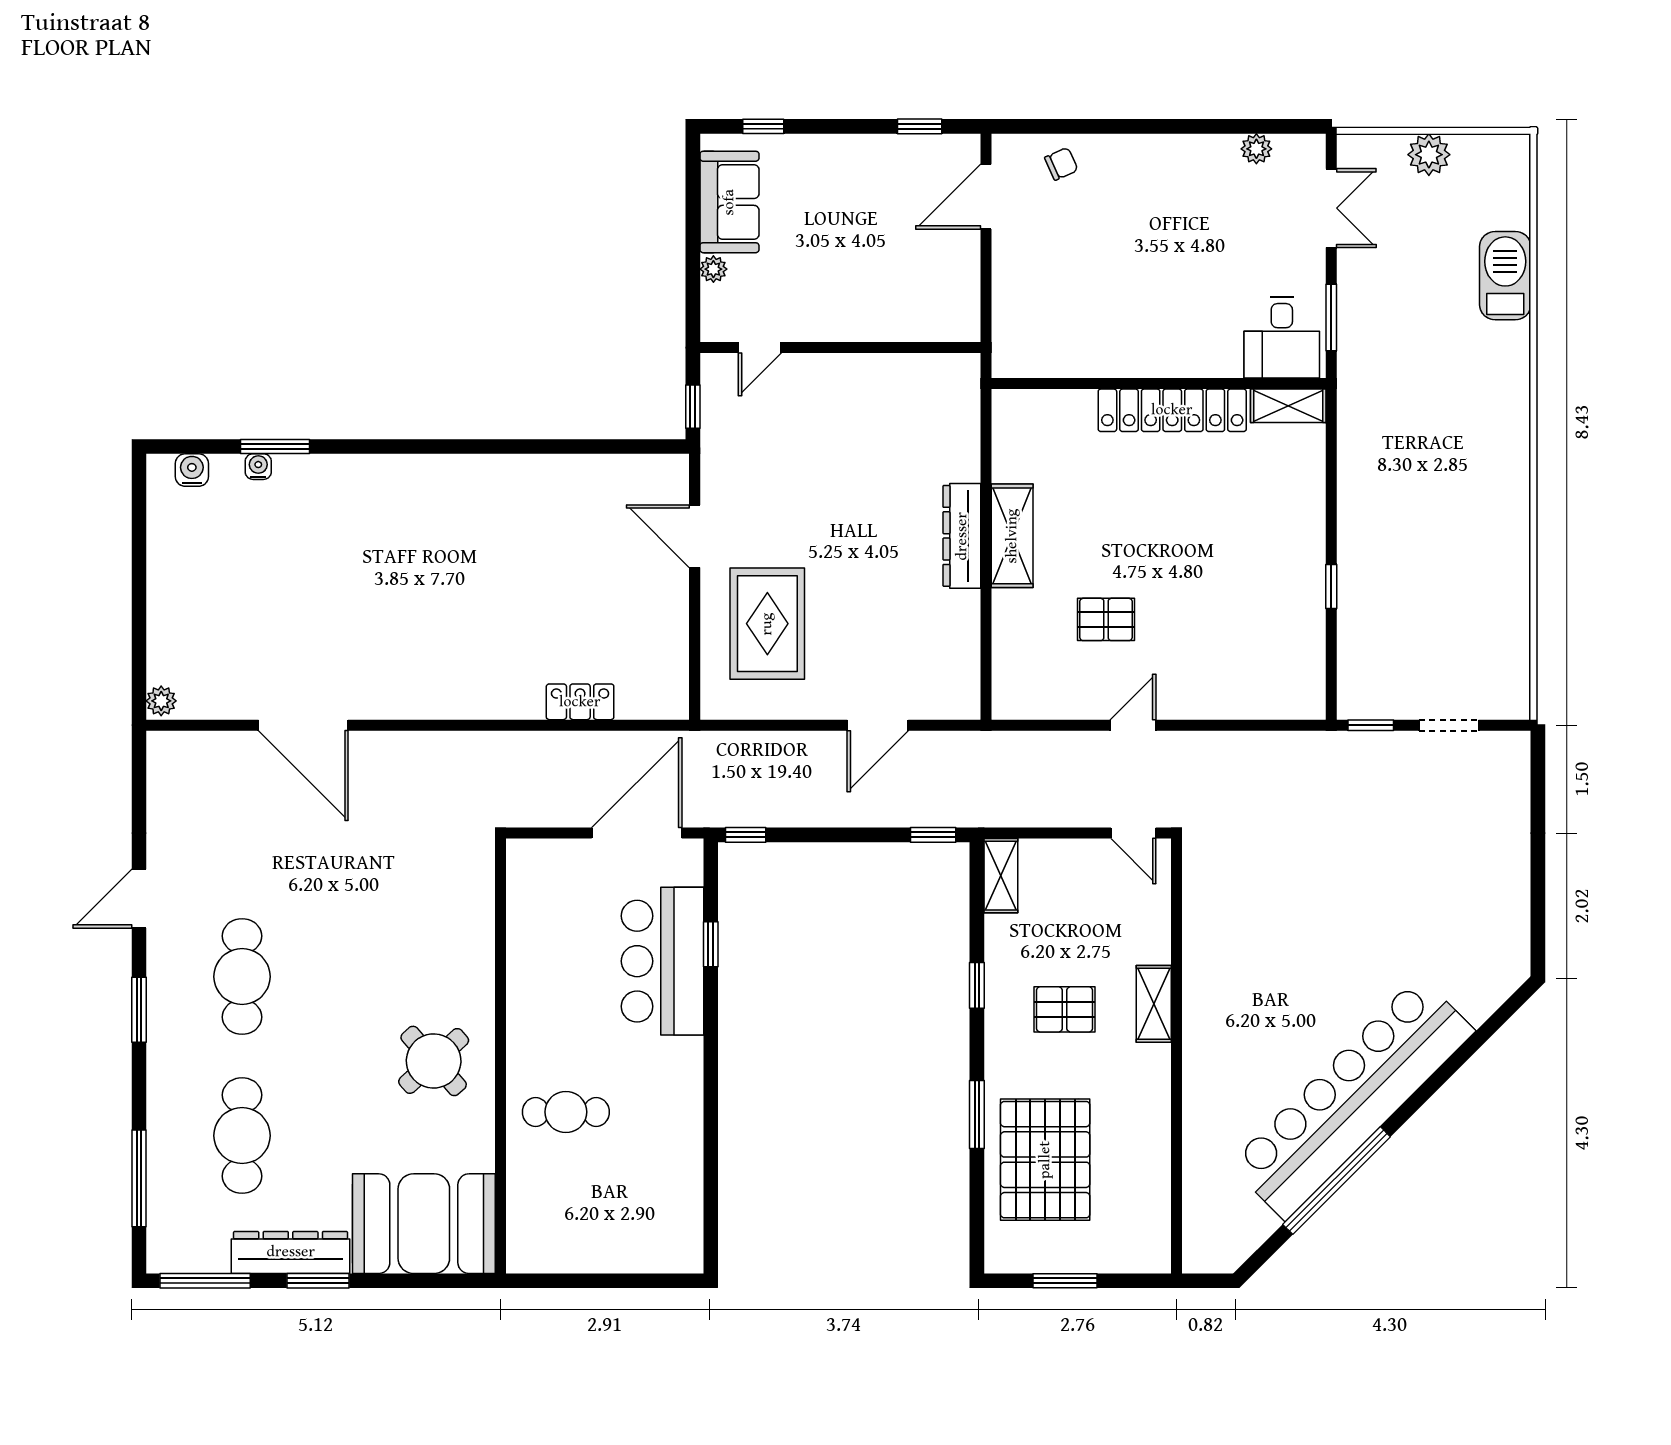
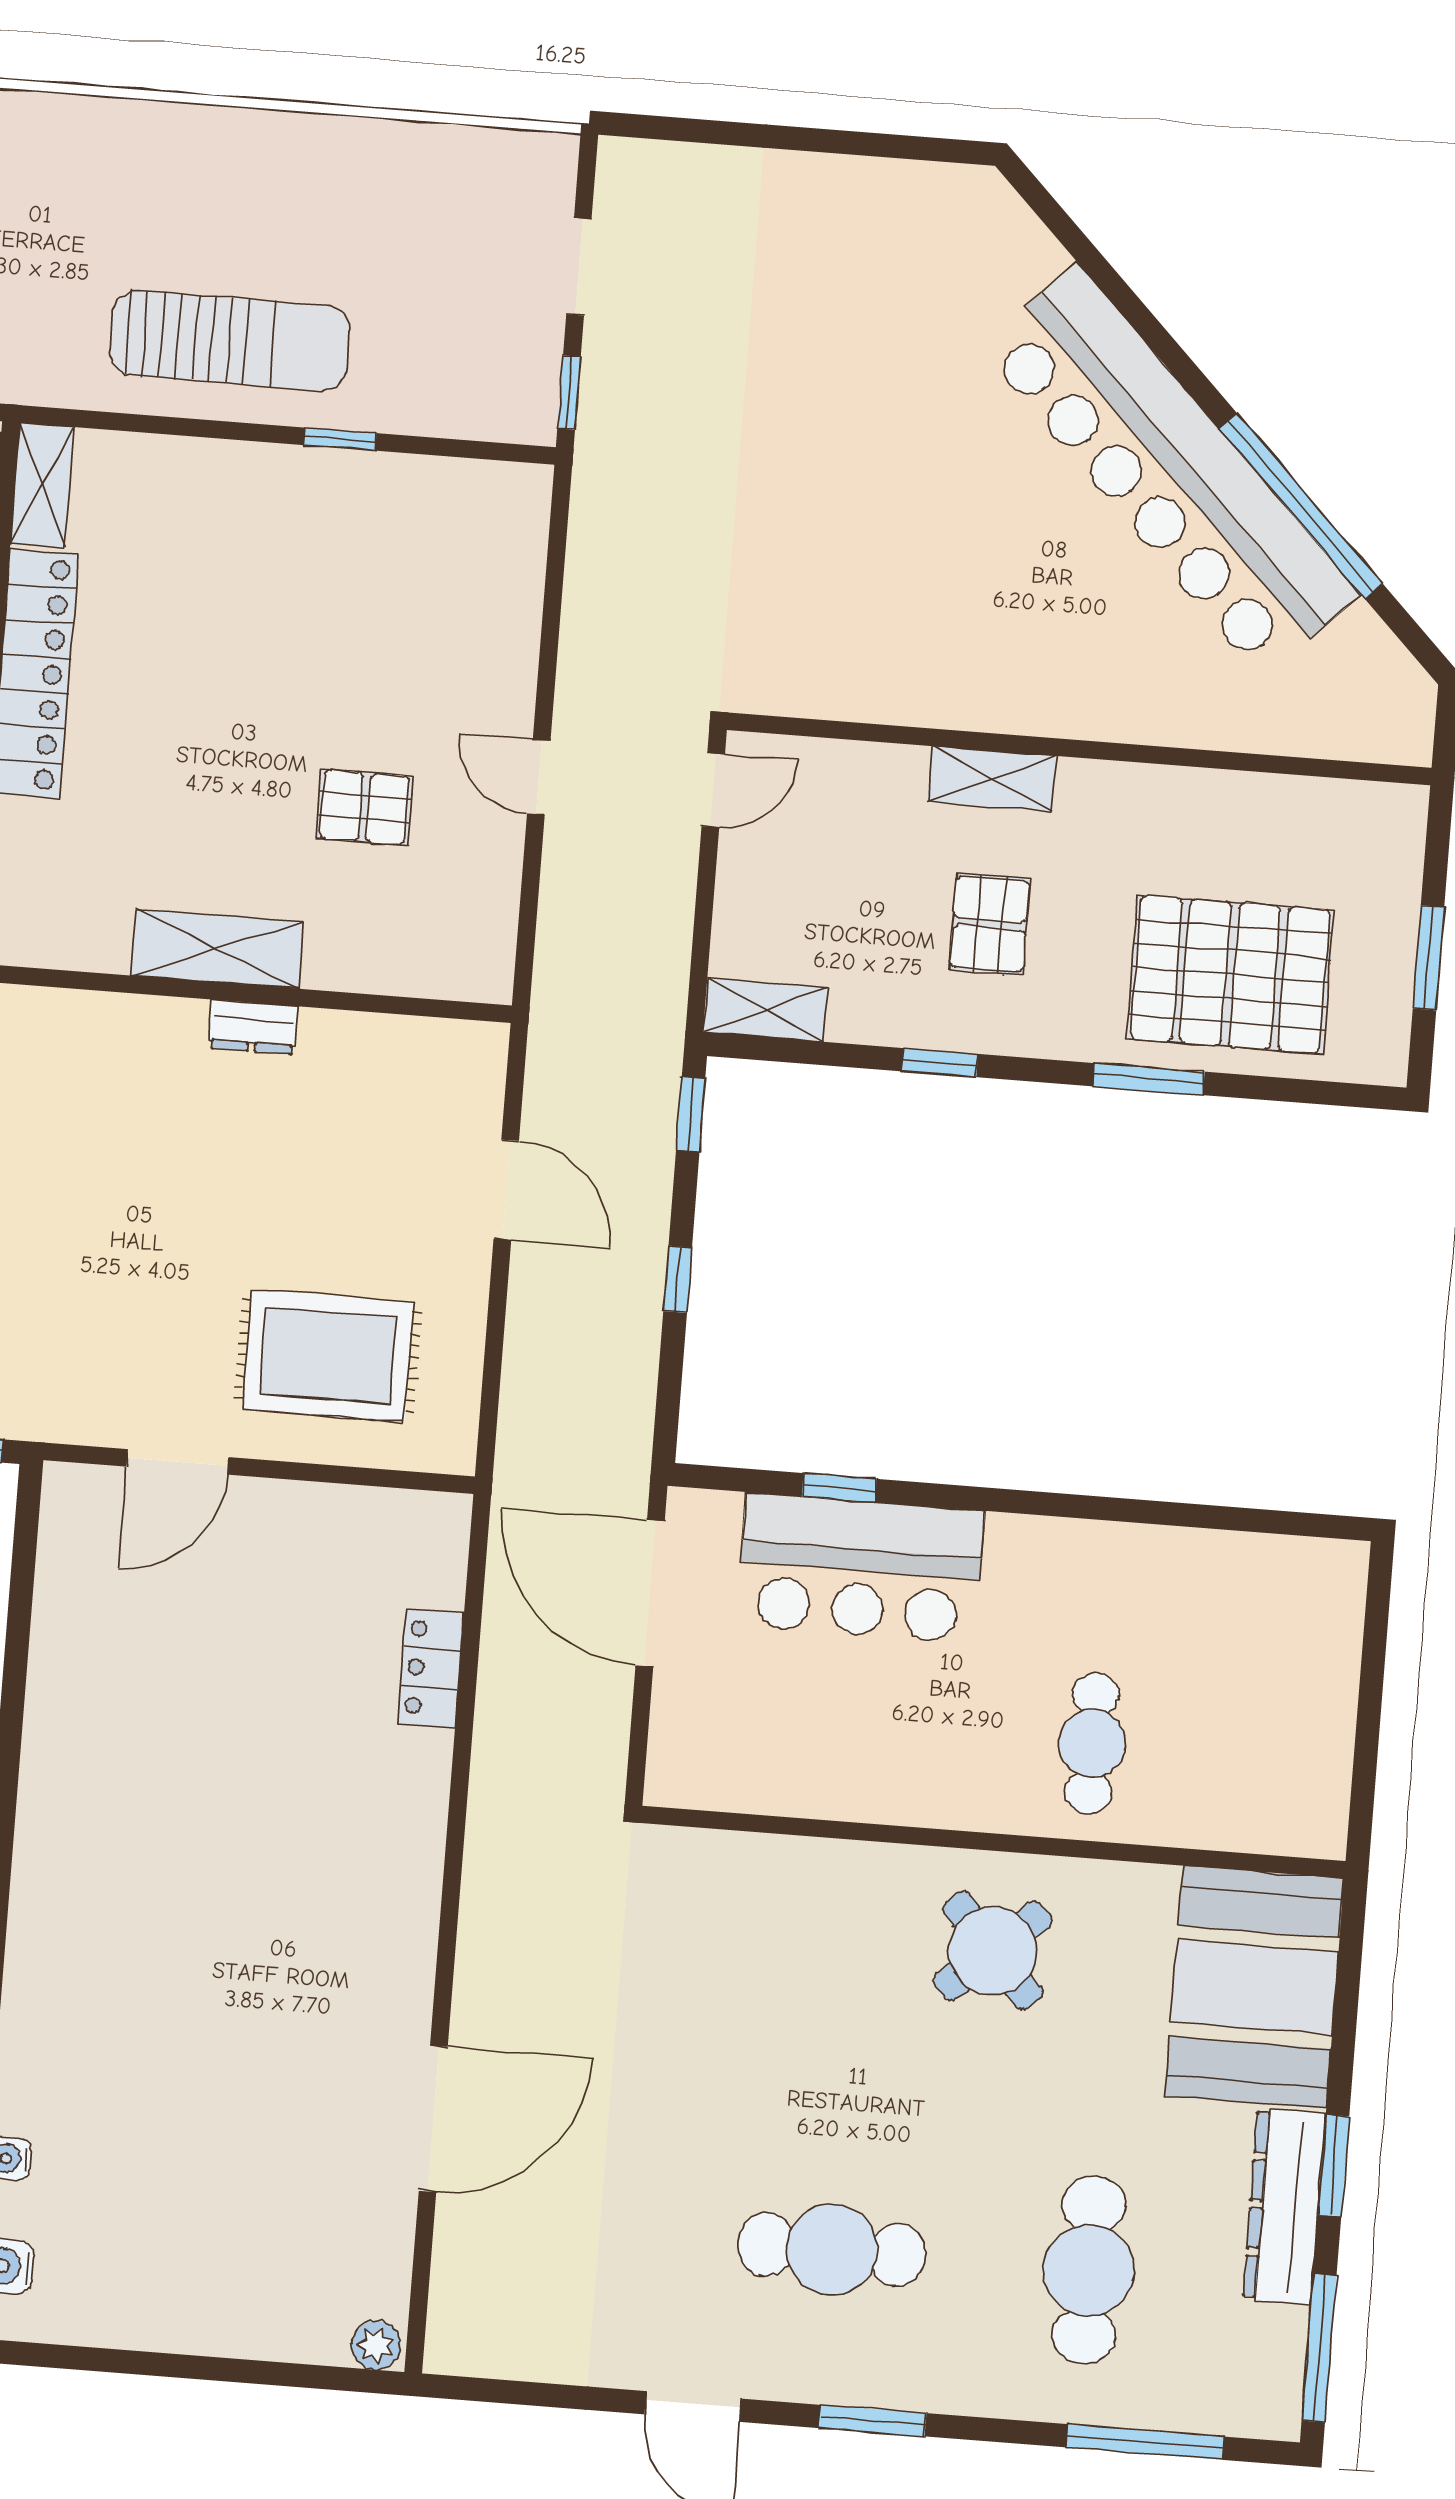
sun lounger: (1386, 514) -> (230, 340), added
dresser: (962, 536) -> (253, 1027), width x0.51, depth x0.80
pallet: (1106, 619) -> (364, 807), turned 90
window: (746, 835) -> (678, 1279), moved
cafe table: (242, 1136) -> (1089, 2270), turned 90

